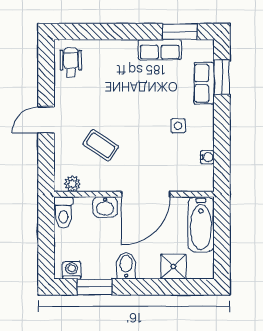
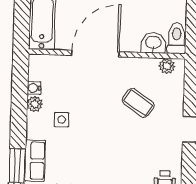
plant: (206, 141) -> (35, 104), added
washbasin: (105, 207) -> (153, 43), moved

